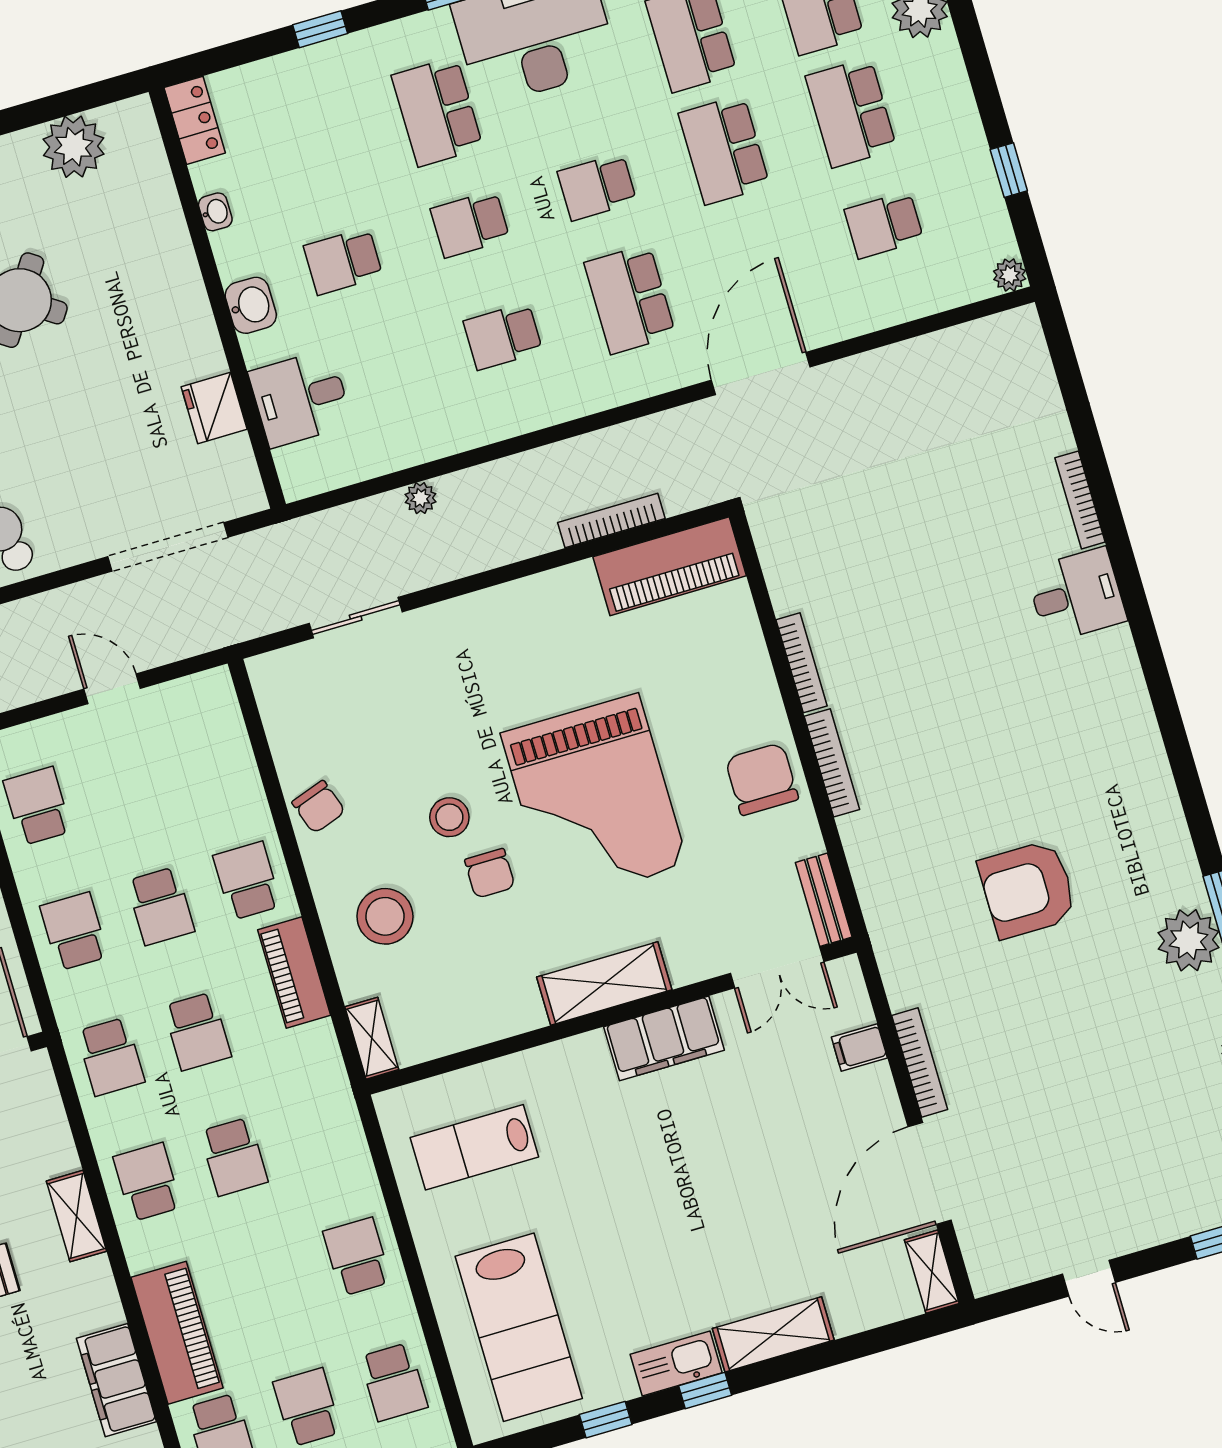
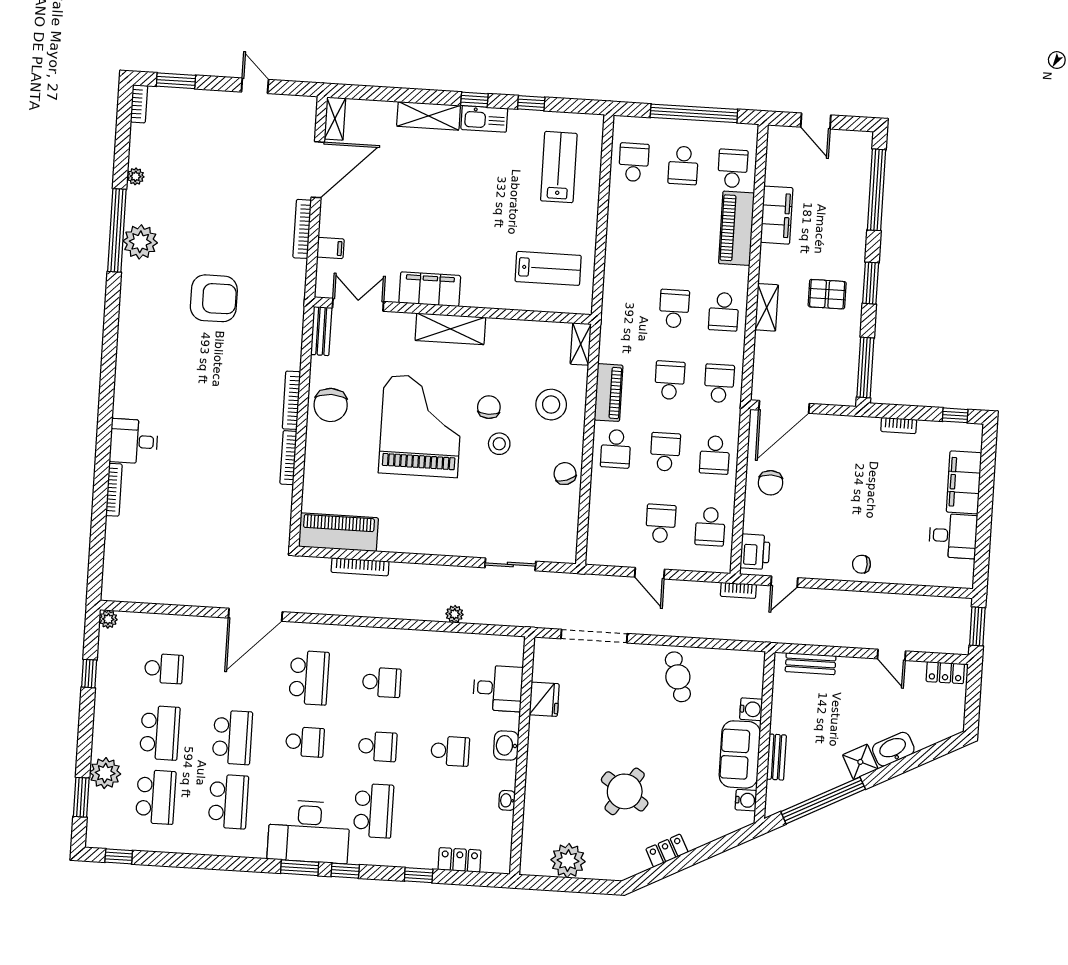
locker: (195, 120) -> (460, 860), moved, turned 90
school desk: (357, 1257) -> (661, 523), moved, turned 180
lab bench: (519, 1327) -> (559, 167), width x0.73, depth x0.72

